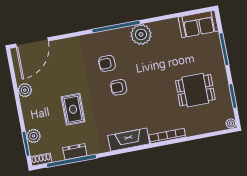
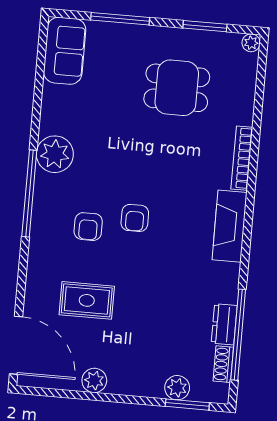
dining table: (195, 90) -> (177, 88), turned 90
rug: (73, 109) -> (87, 300), moved
shoe rack: (41, 159) -> (223, 364), moved

